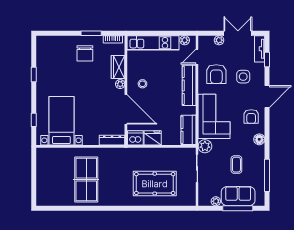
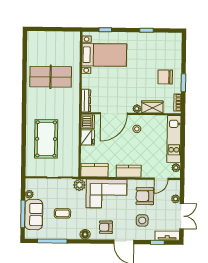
door: (197, 57) -> (161, 179), swing flipped
kitchen counter: (189, 85) -> (129, 171), width x0.67

